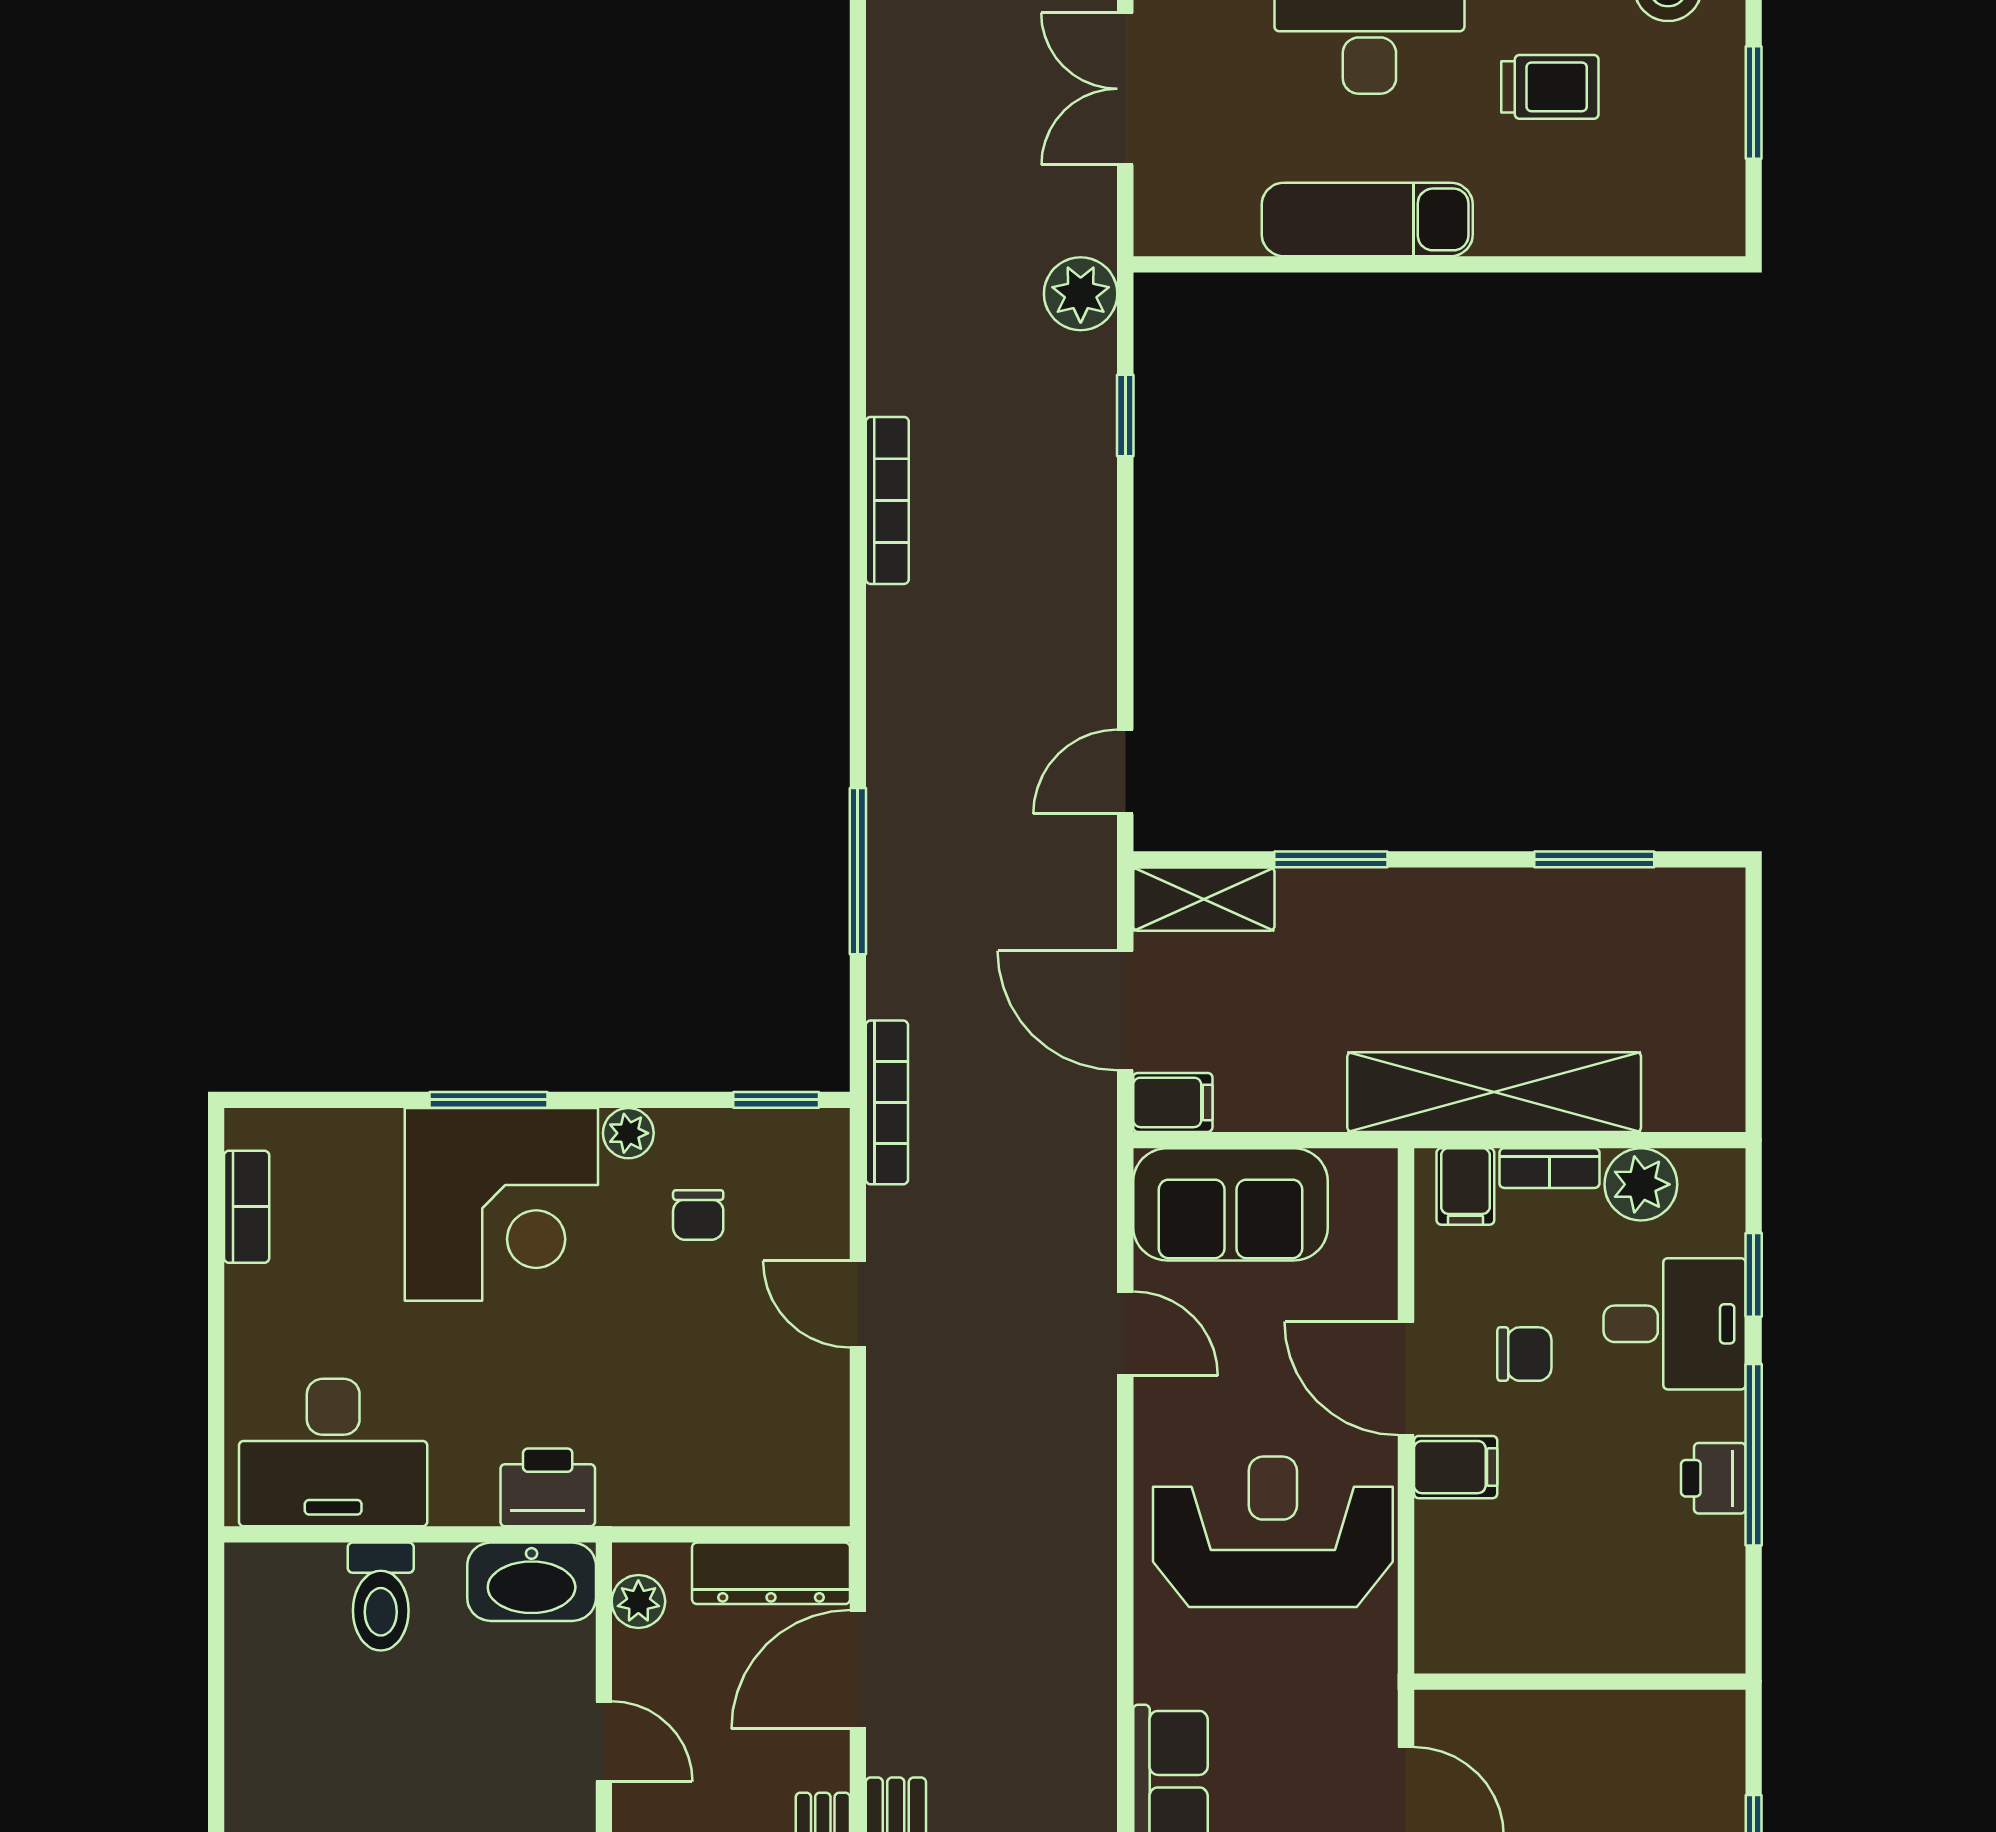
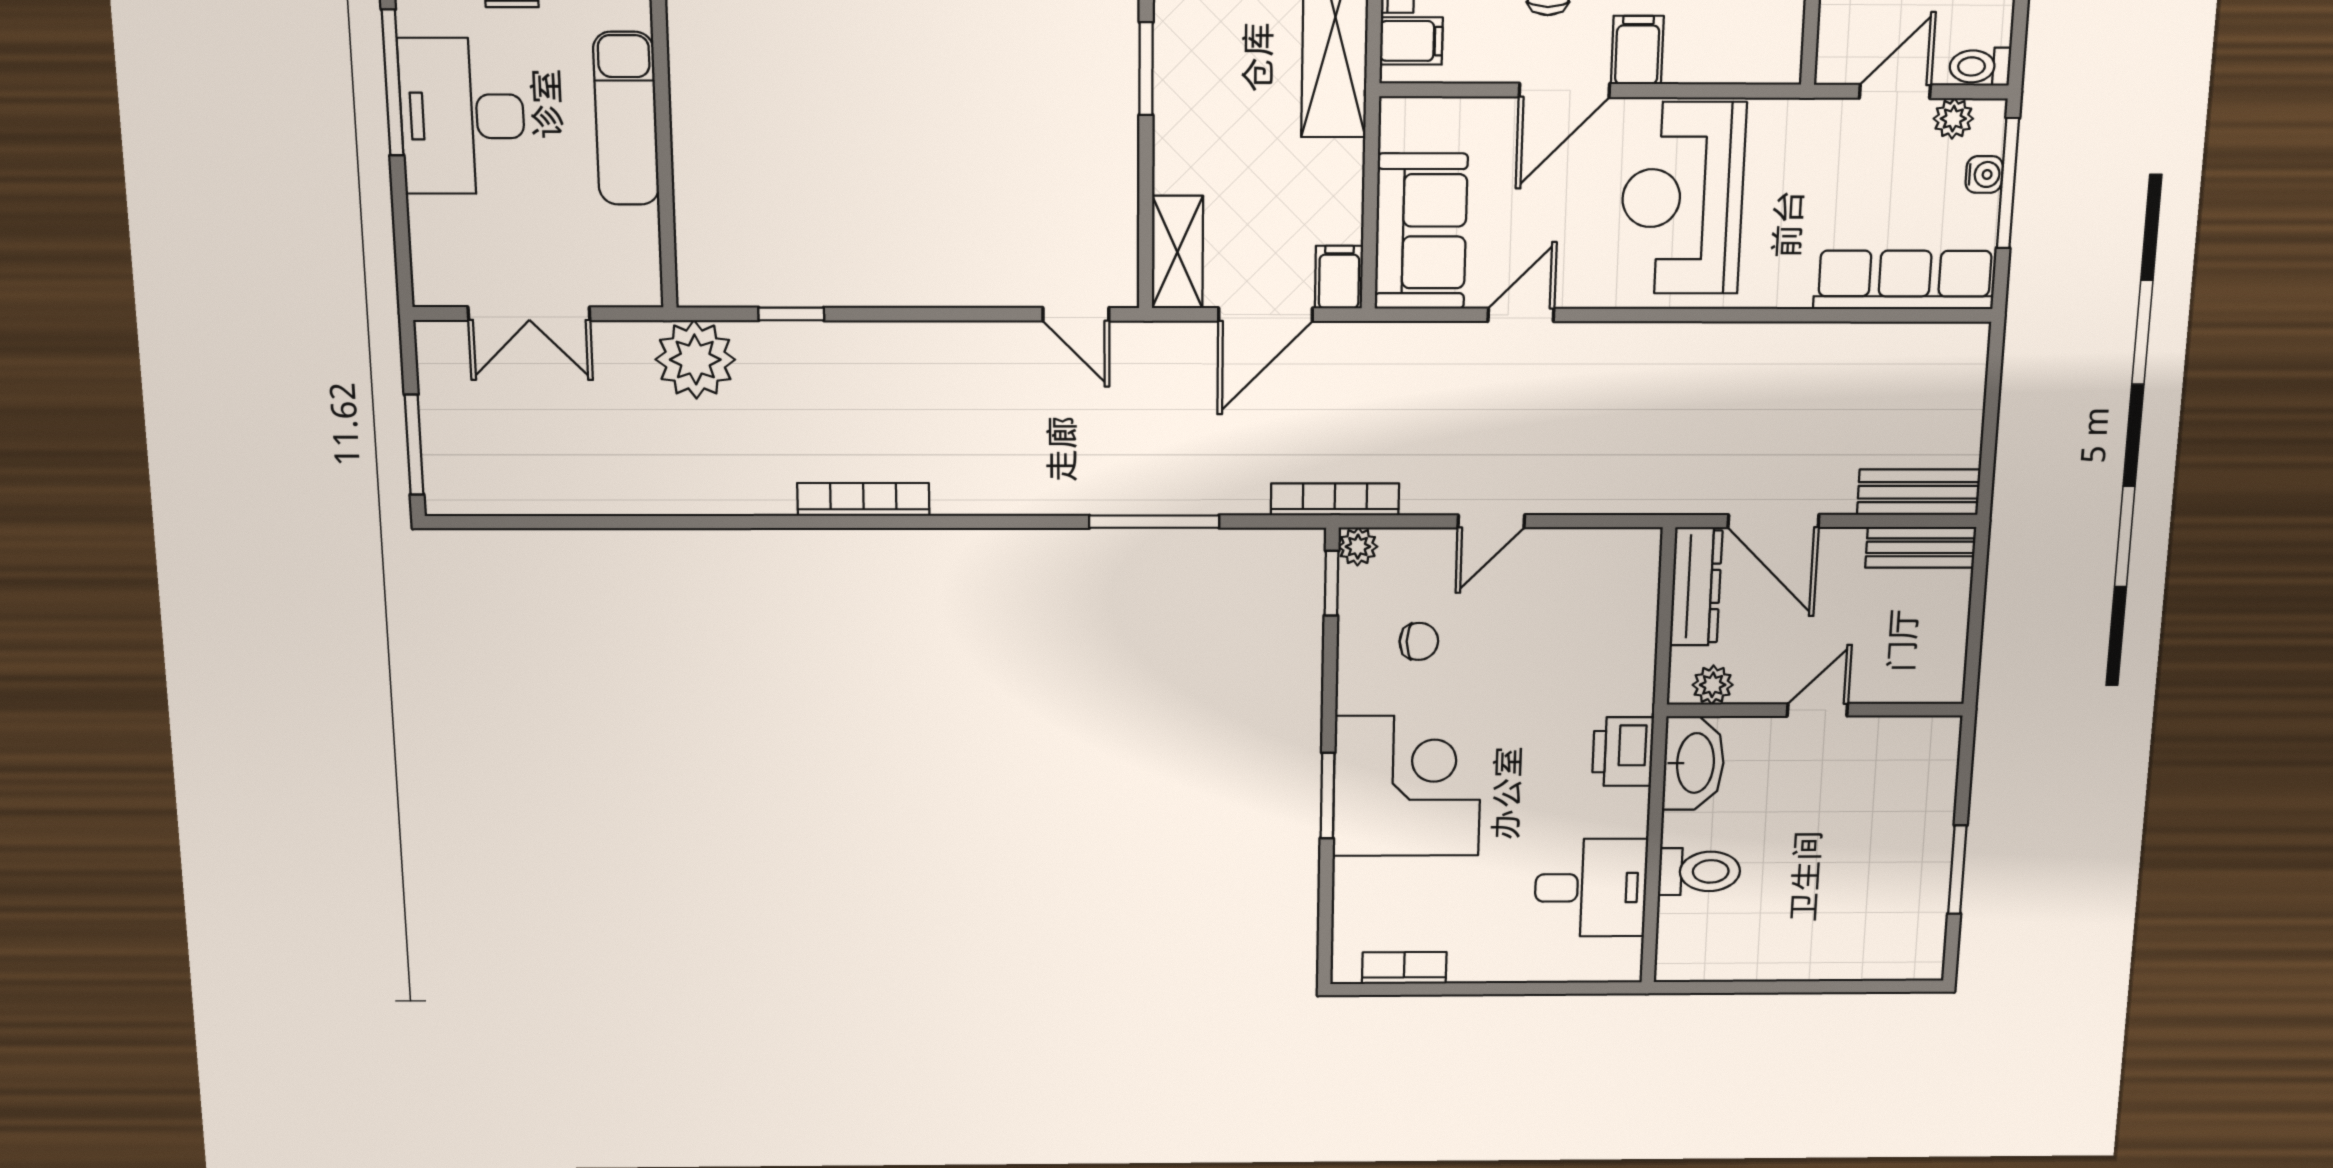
plant: (1081, 294) -> (695, 360), width x1.36, depth x1.36
window: (1331, 859) -> (1146, 69), moved
plant: (628, 1133) -> (1358, 547), moved
desk: (333, 1453) -> (1591, 888), width x0.73

